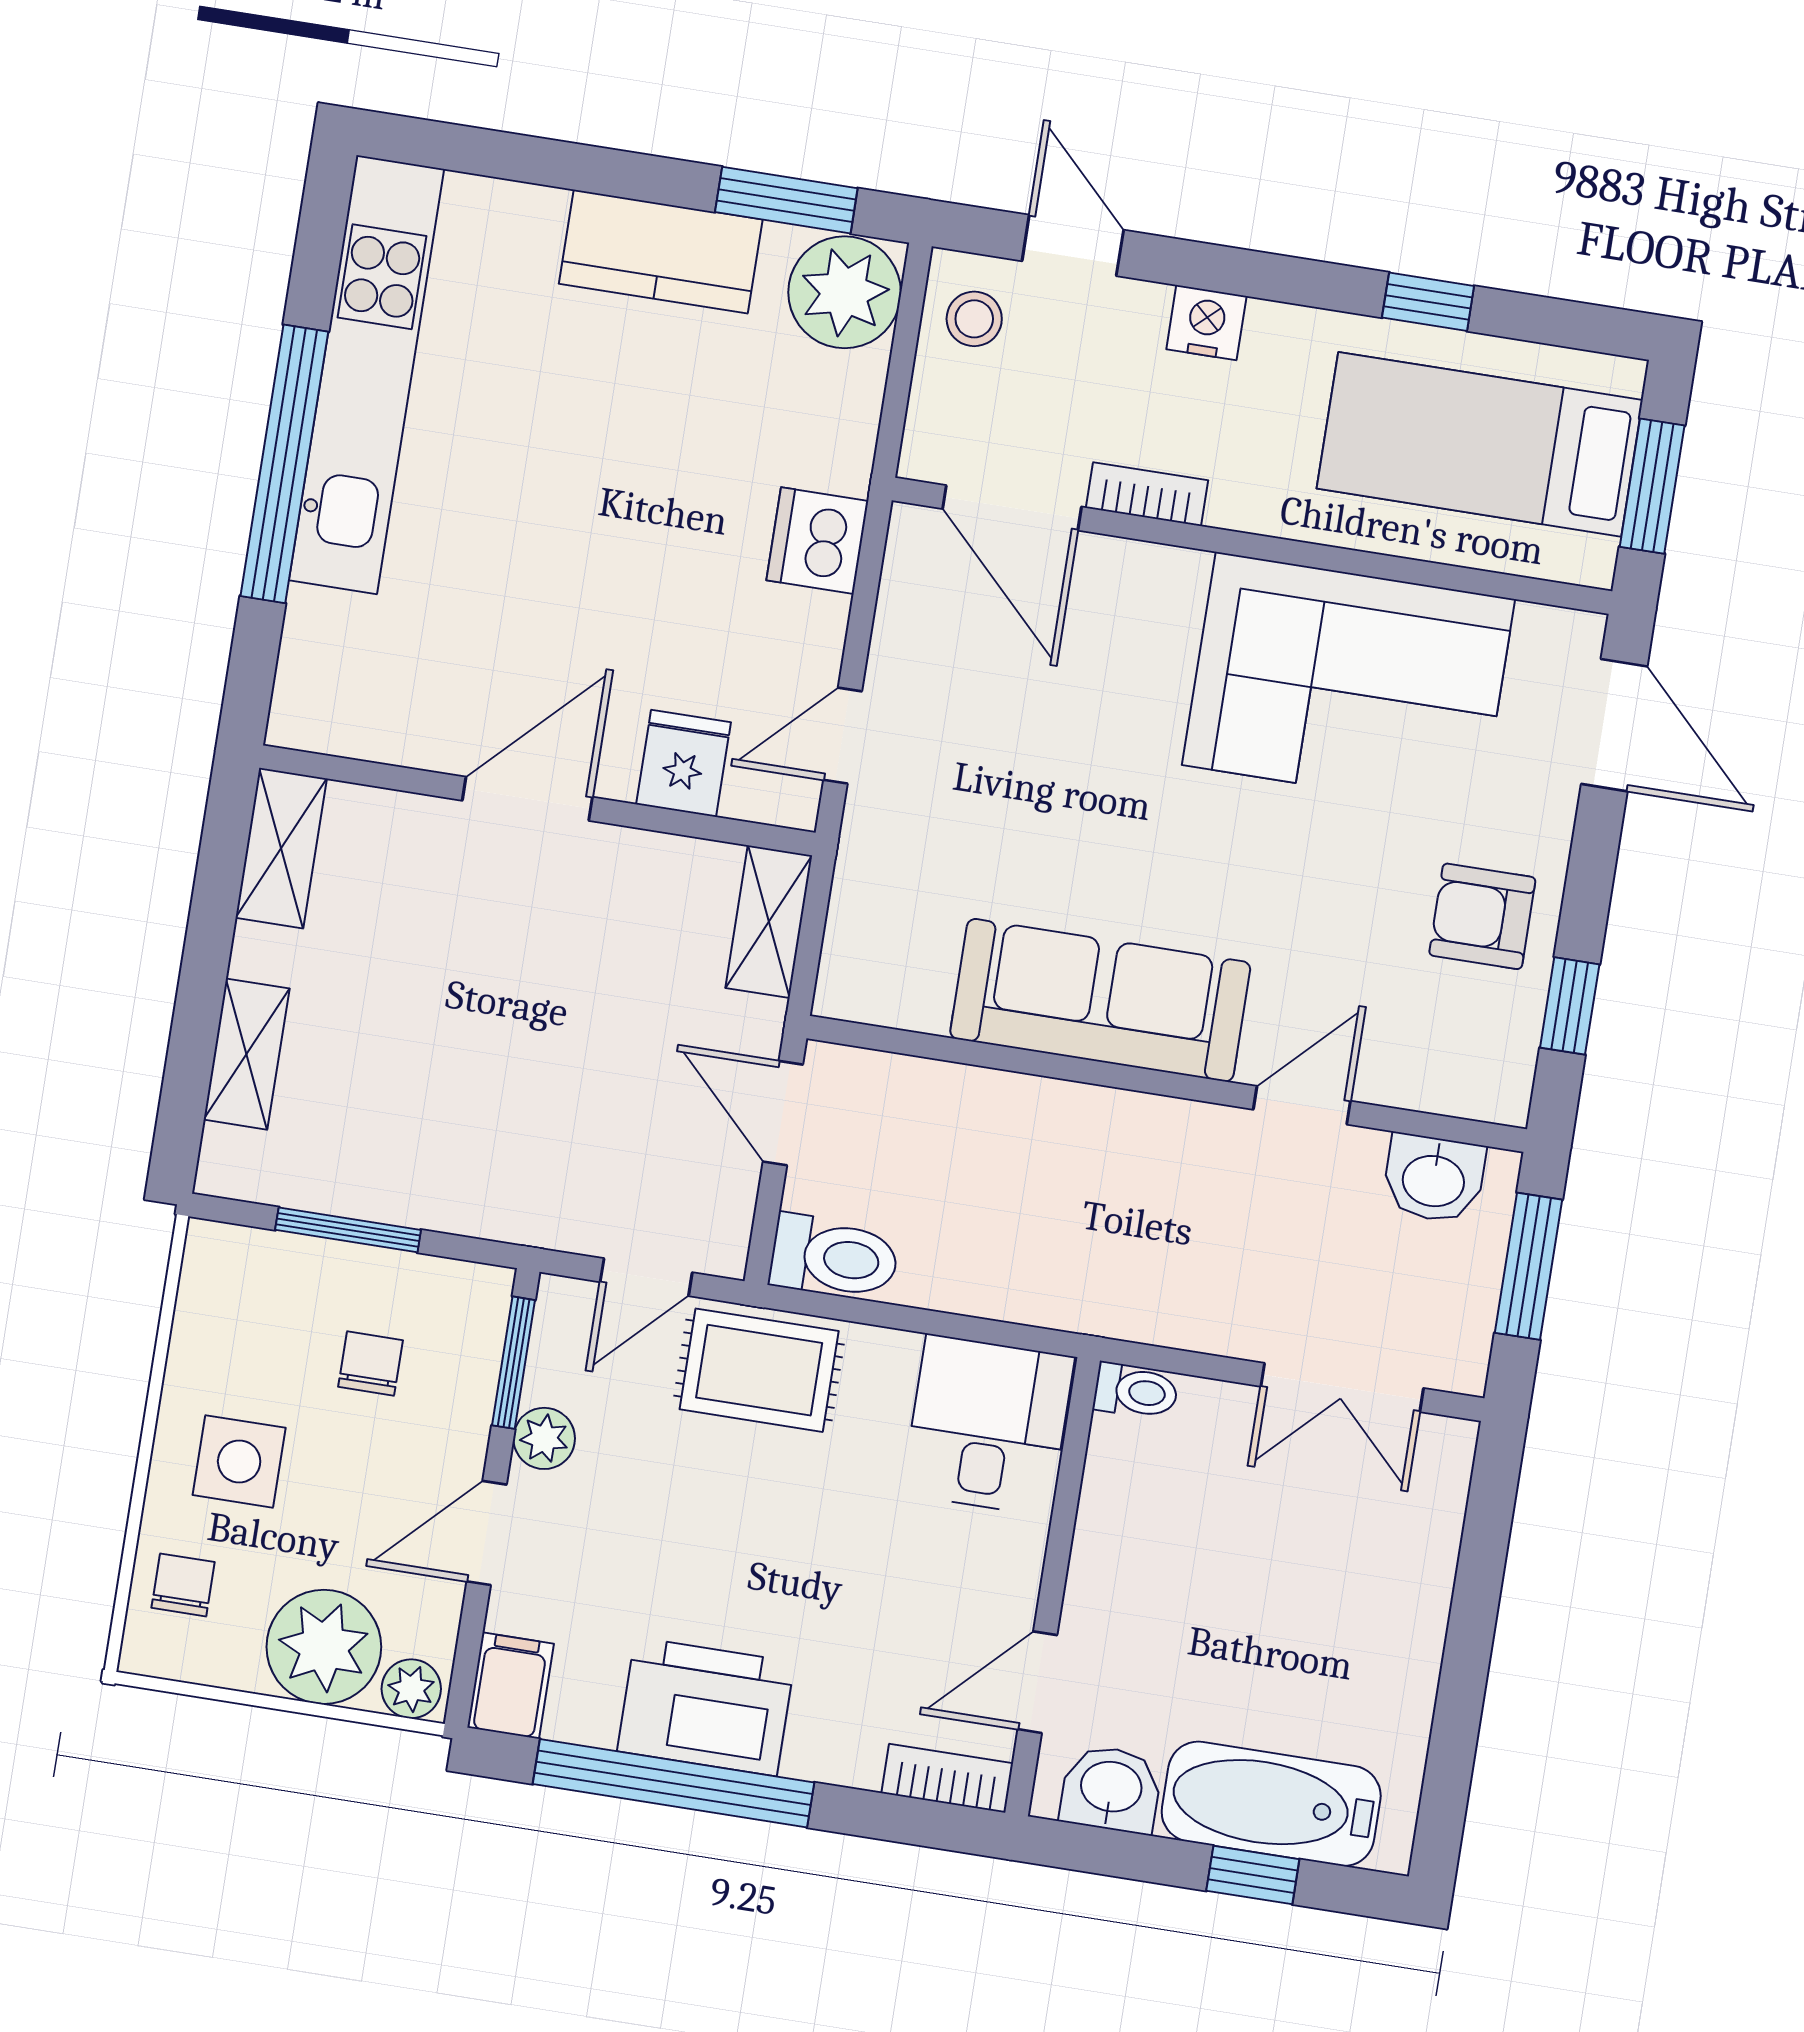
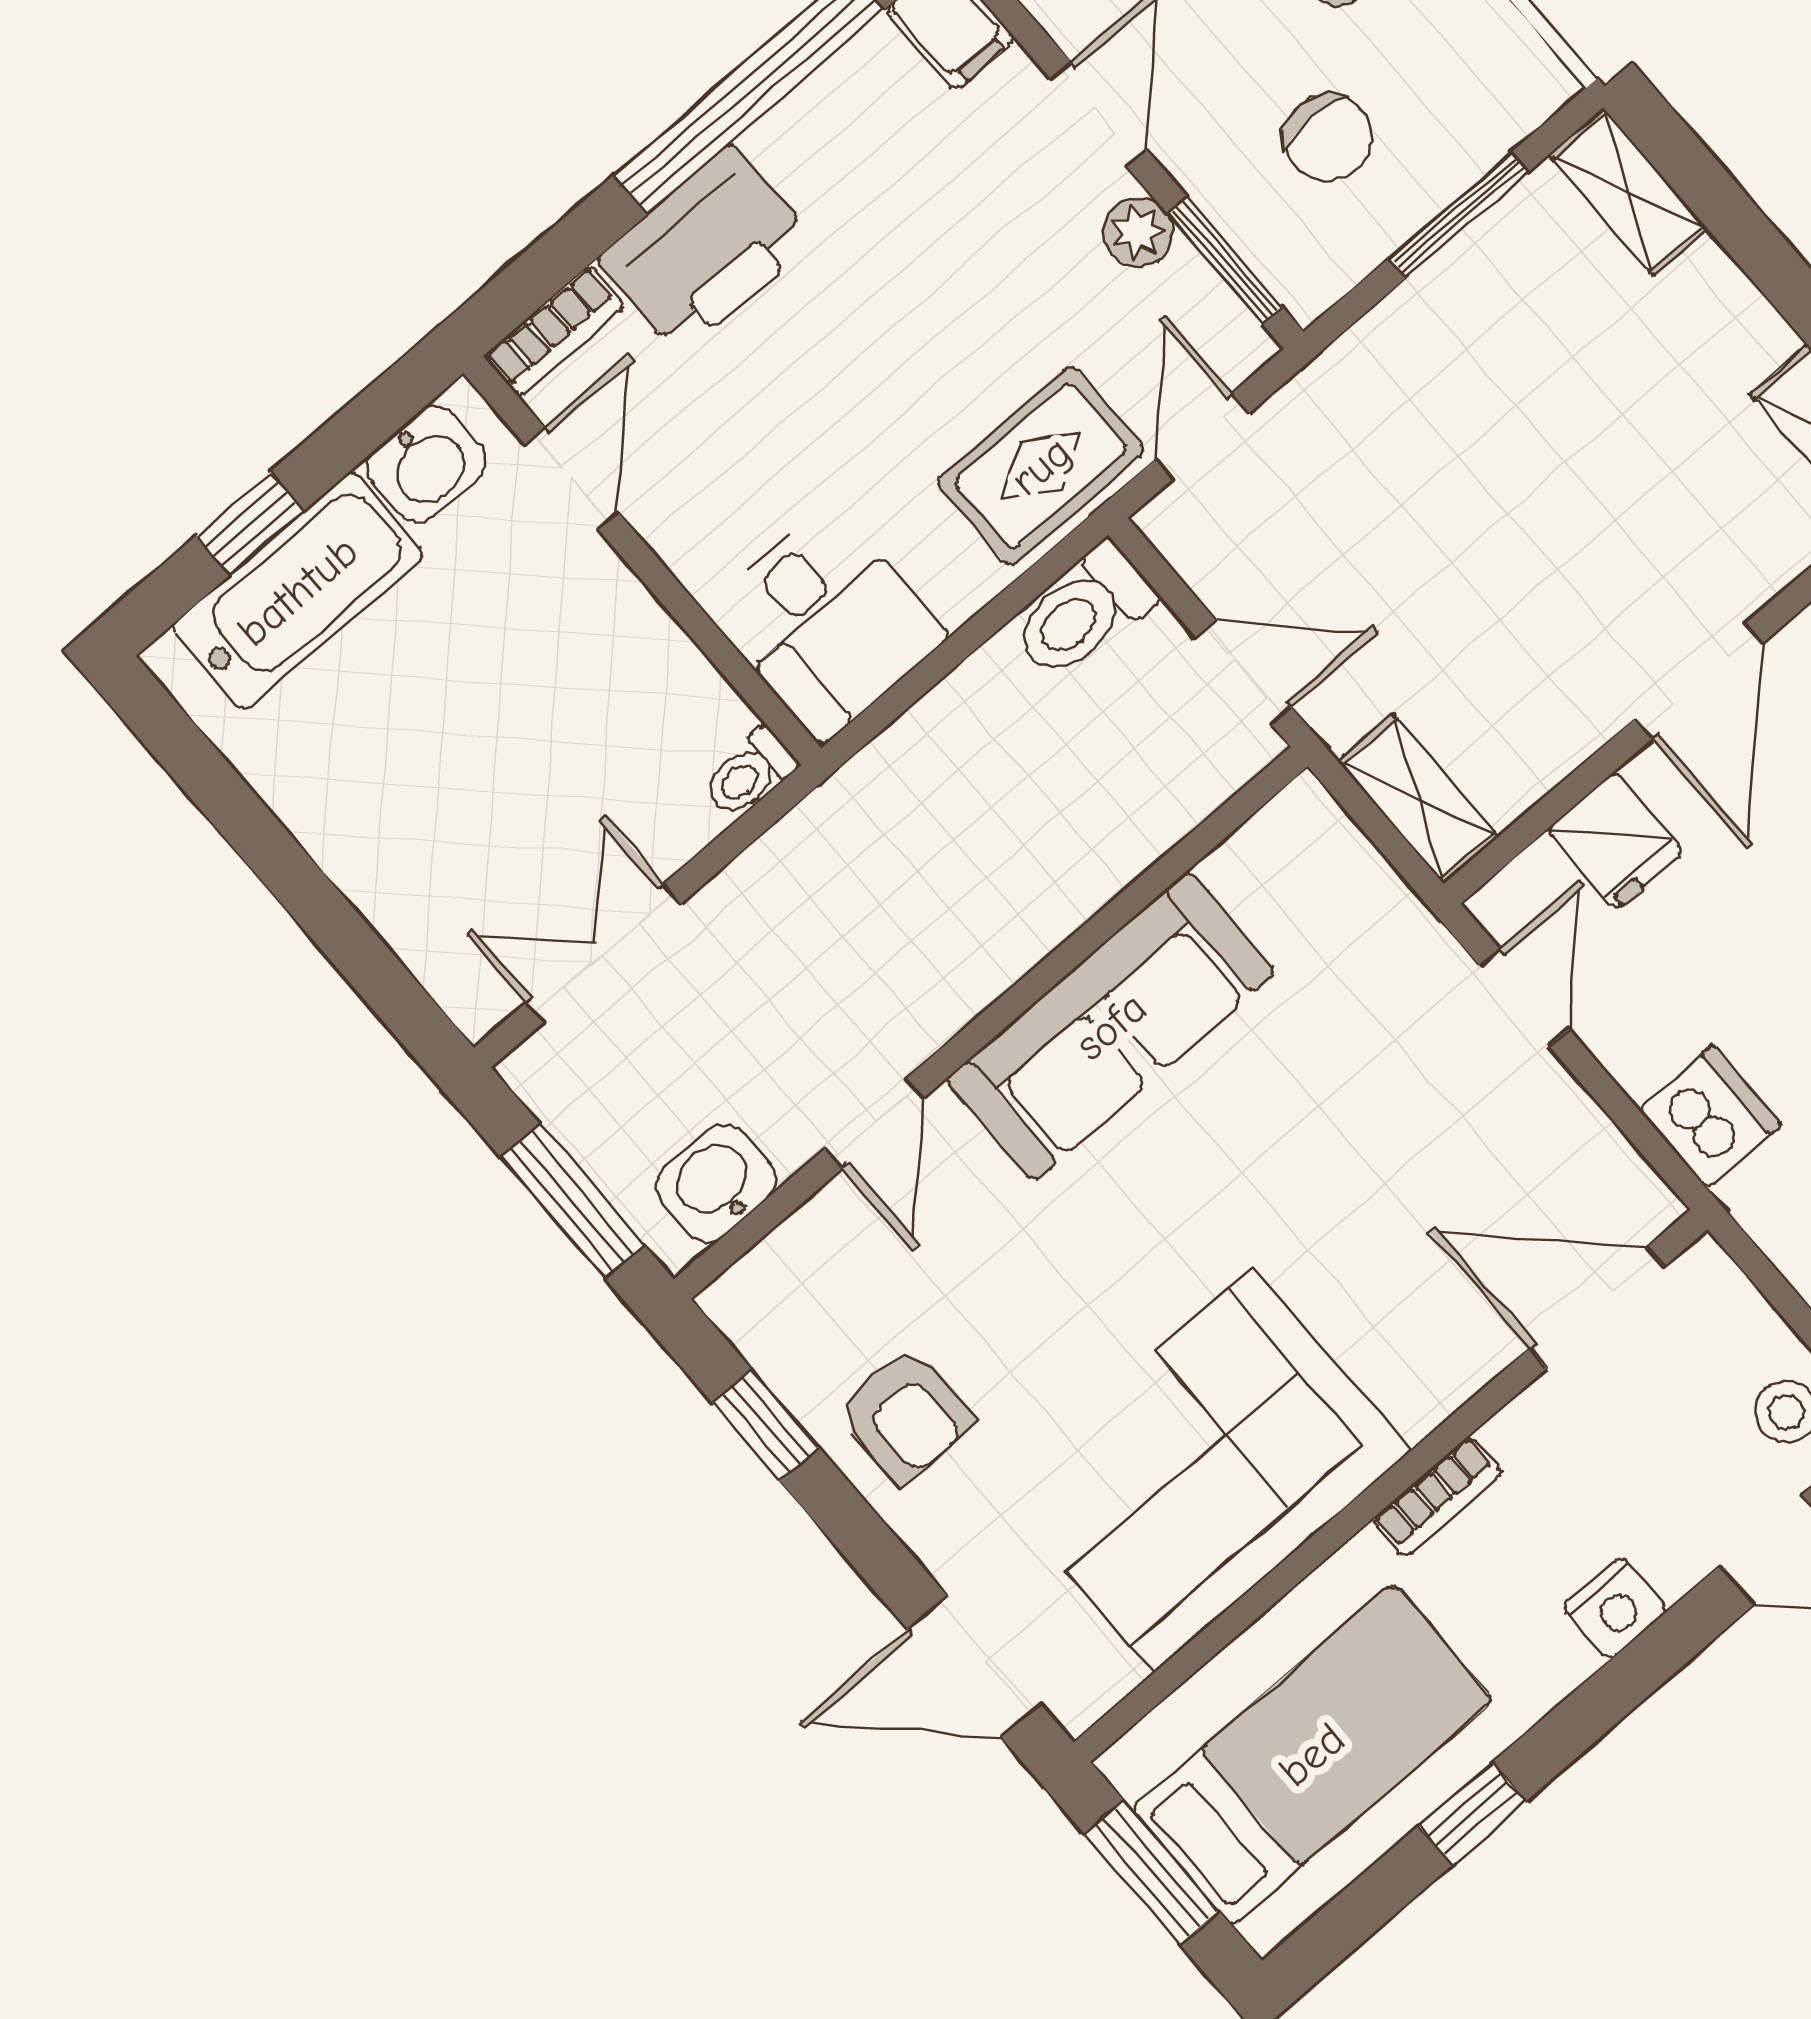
bookcase: (1147, 494) -> (1437, 1497), moved
armchair: (1482, 916) -> (906, 1415), turned 90
shelving: (247, 1054) -> (1628, 192), moved
chair: (371, 1364) -> (1328, 137), width x1.37, depth x1.37
printer: (706, 1707) -> (706, 250), moved

